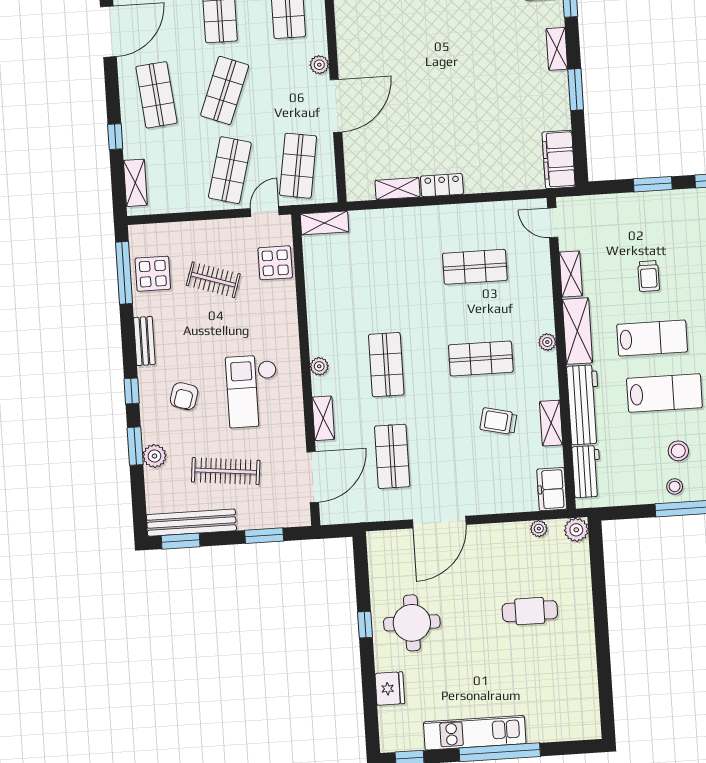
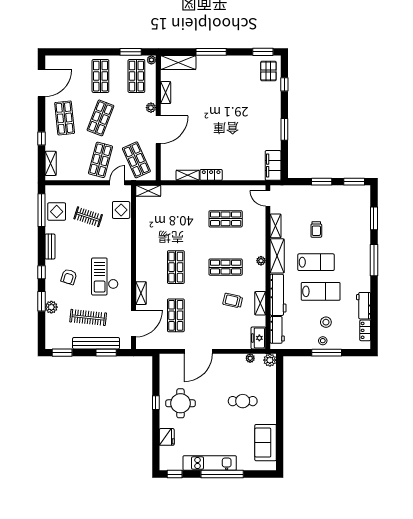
shelving: (557, 49) -> (166, 93), moved
shop shelf: (298, 166) -> (136, 160), turned -33
plant: (319, 366) -> (141, 266), removed
bench: (191, 523) -> (96, 343), moved
sofa: (578, 687) -> (266, 443), added

